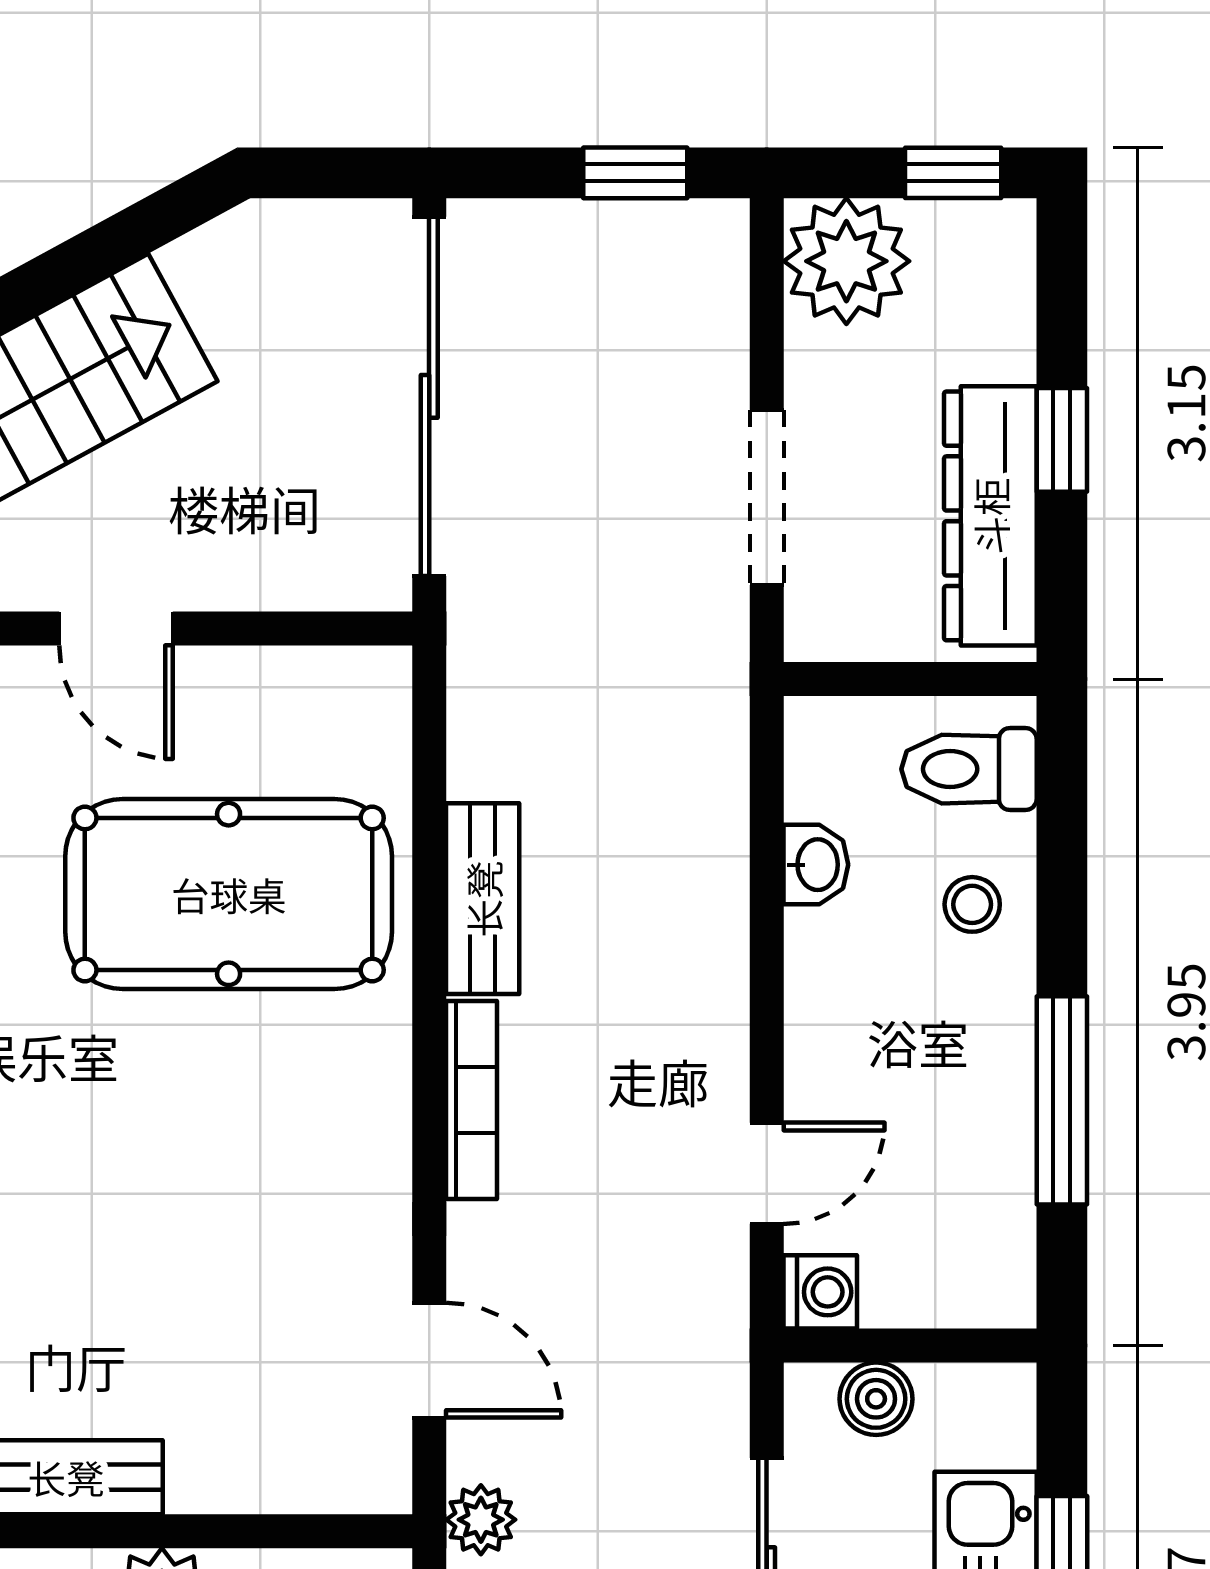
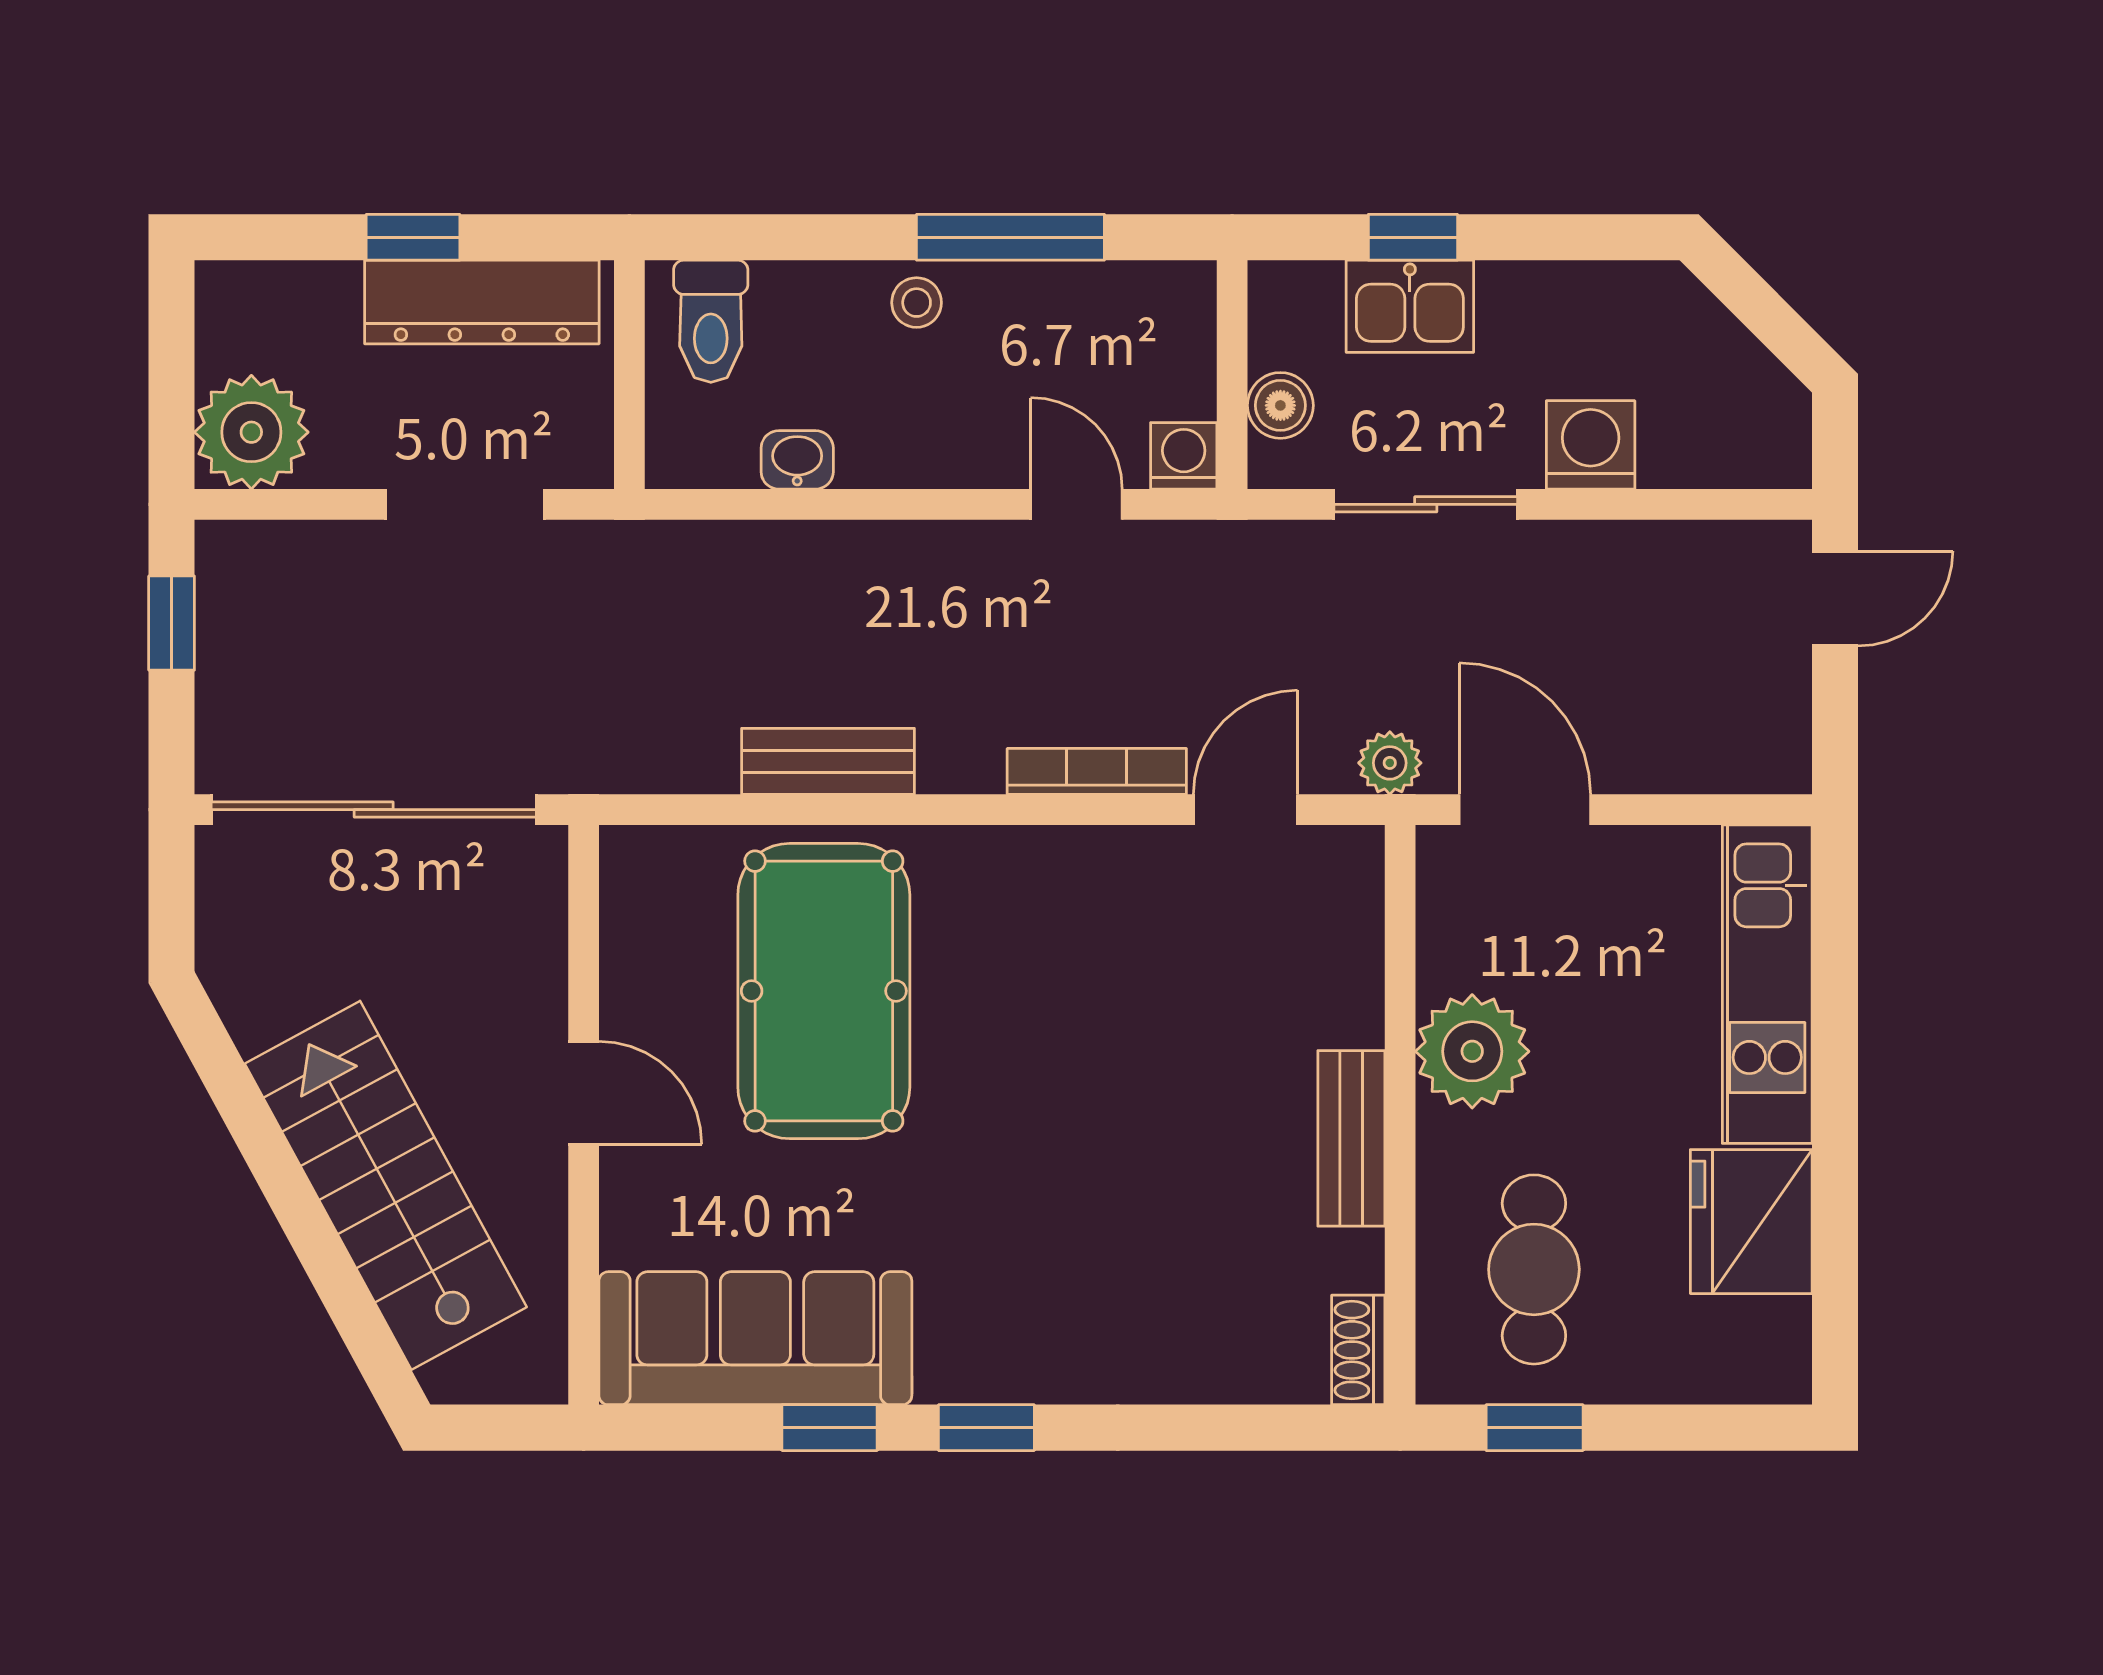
window: (953, 173) -> (172, 336), removed
door: (116, 628) -> (584, 1093), hinge flipped
stool: (972, 904) -> (917, 303), moved
bookcase: (471, 1100) -> (1097, 771), moved

